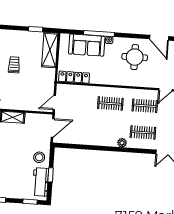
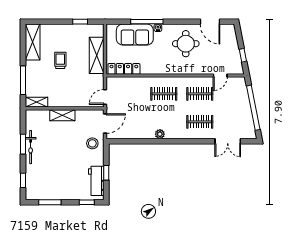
shelving: (50, 50) -> (97, 55), moved
plant: (122, 143) -> (160, 134), moved
stool: (39, 157) -> (92, 143), moved

